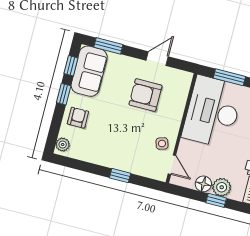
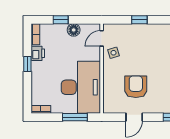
armchair: (145, 95) -> (136, 87), turned -90
door: (172, 165) -> (102, 38), hinge flipped
plant: (222, 187) -> (59, 31), removed

